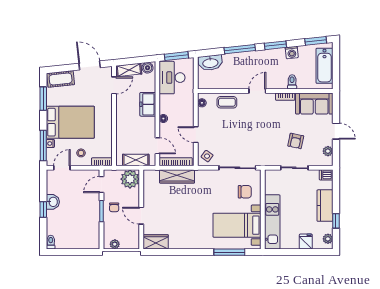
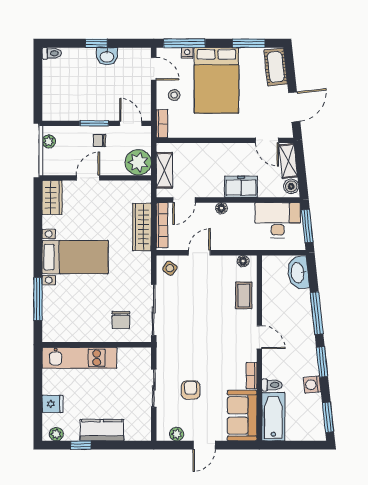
bathtub: (325, 66) -> (273, 417), moved, turned 90
armchair: (296, 141) -> (191, 390), turned 78
dishwasher: (326, 175) -> (144, 432), removed
bed with nightstands: (237, 225) -> (75, 257), moved, turned 90

